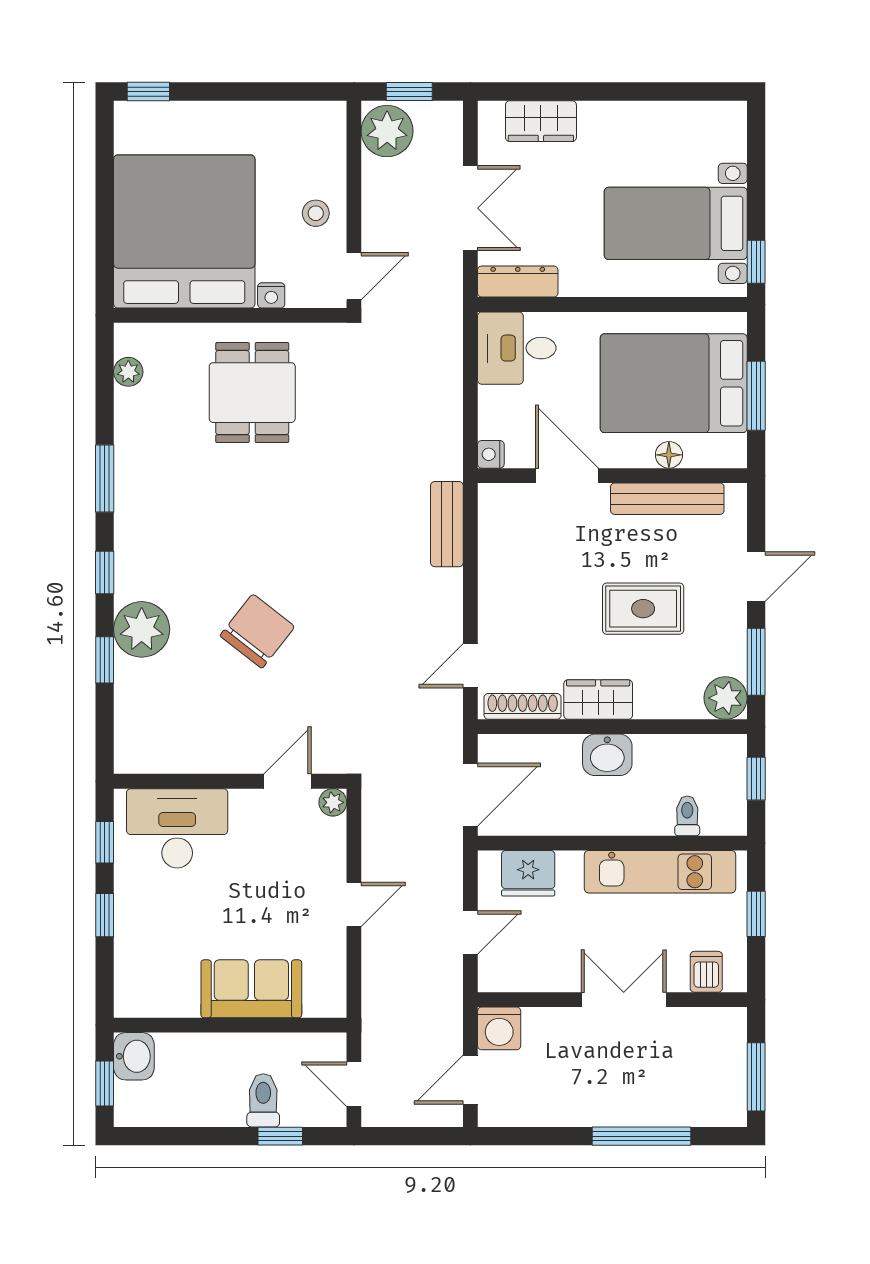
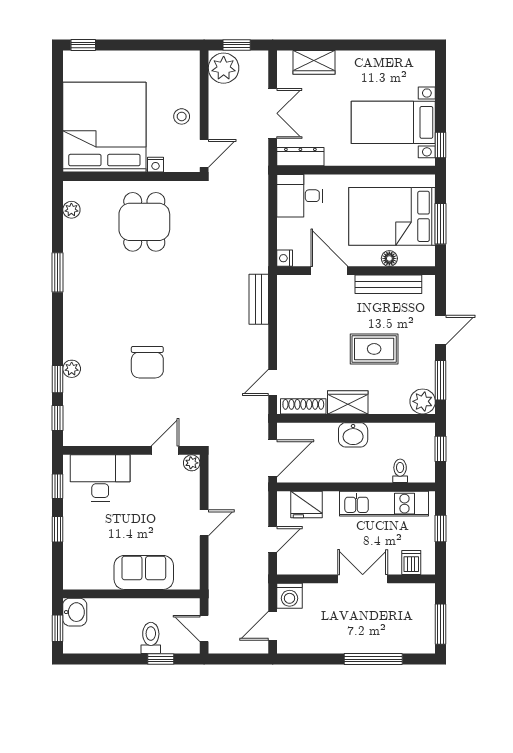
window: (105, 573) -> (58, 418), moved
plant: (142, 629) -> (72, 369), width x0.53, depth x0.53
chair: (257, 631) -> (147, 362), turned 142

